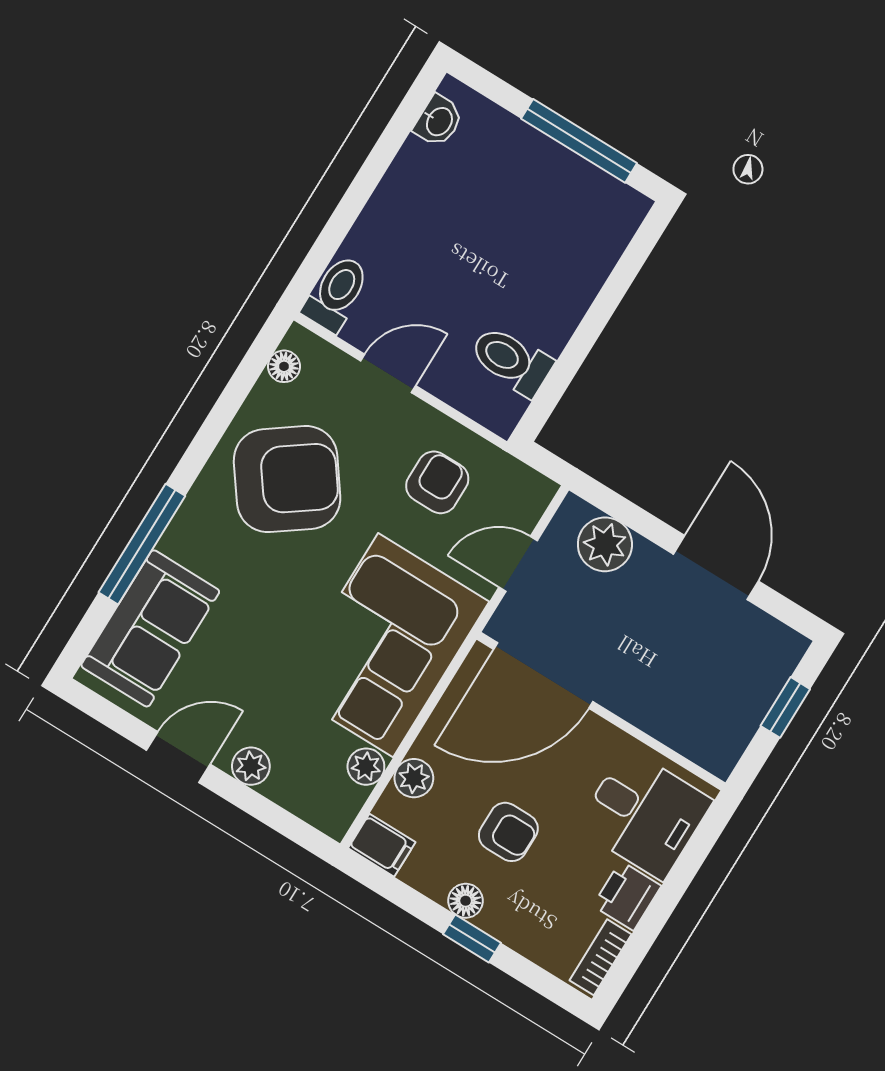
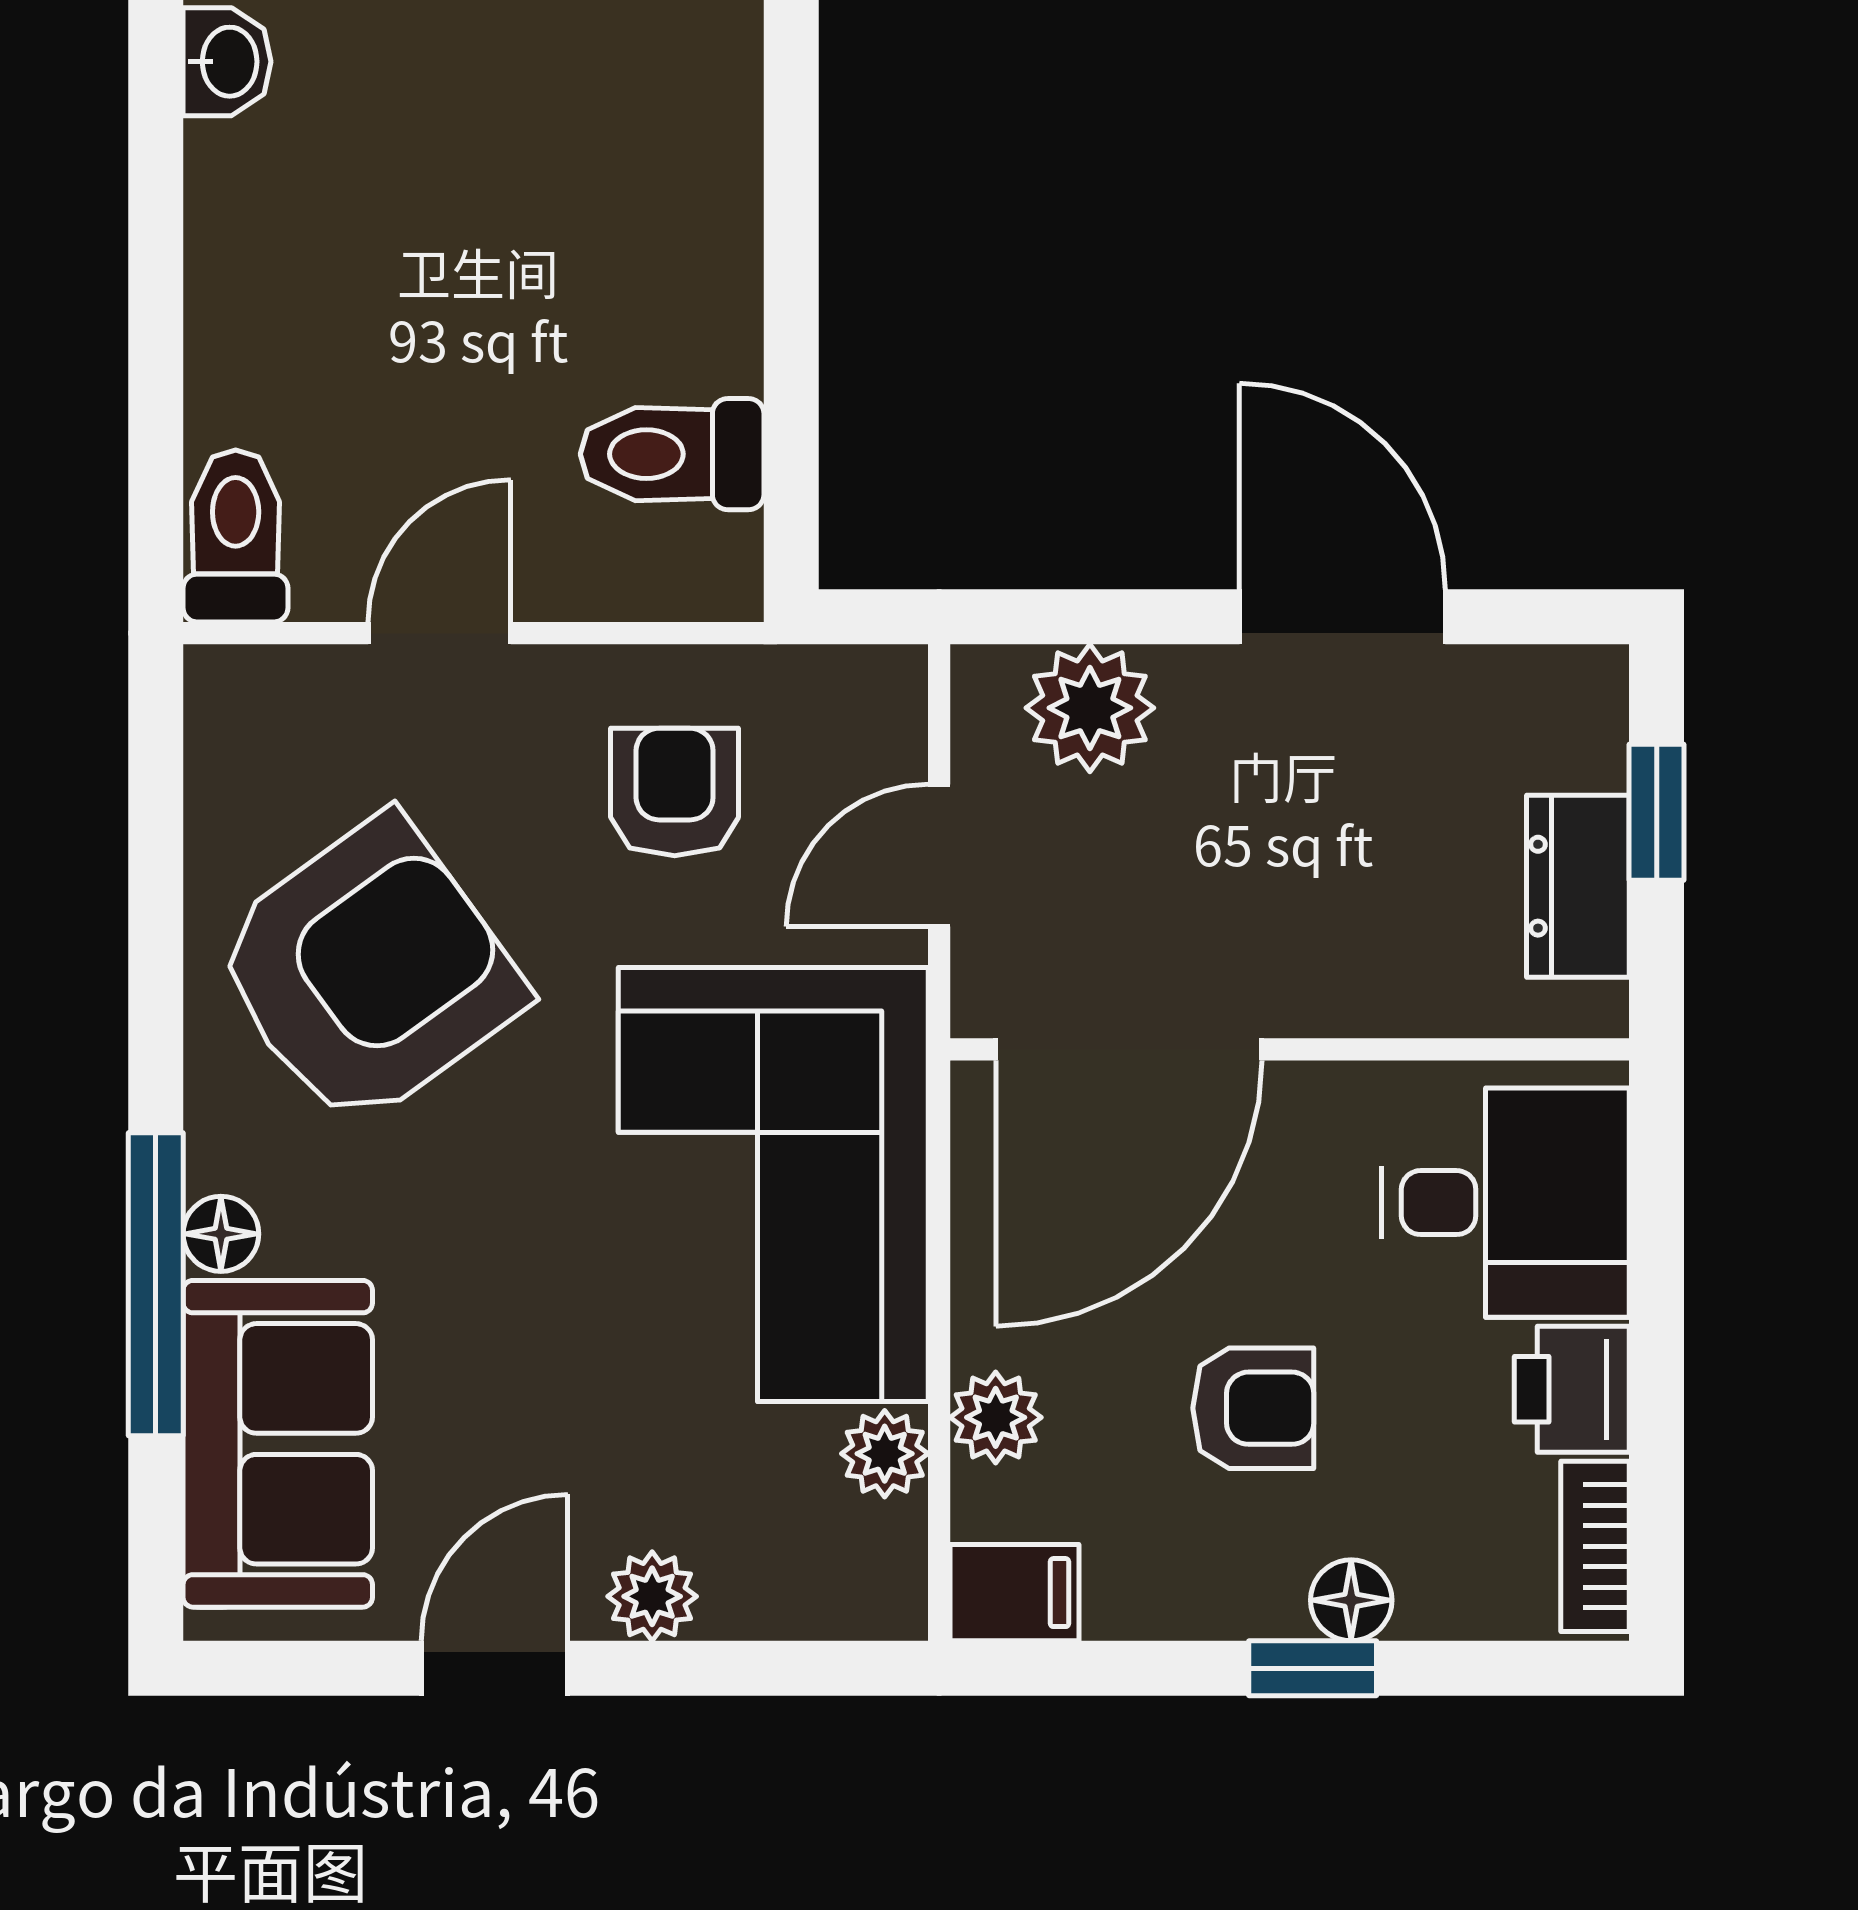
floor lamp: (284, 366) -> (221, 1234), moved
dresser: (741, 717) -> (1578, 886), added
floor lamp: (466, 901) -> (1351, 1600), moved

